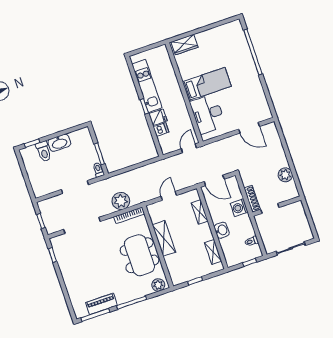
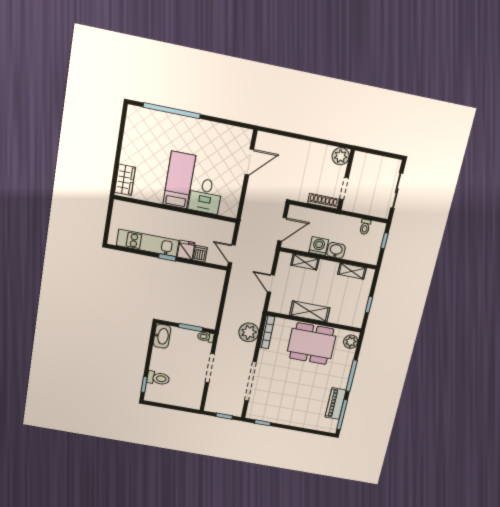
desk: (208, 114) -> (205, 196), width x0.73
washbasin: (59, 143) -> (162, 336), moved
door: (189, 148) -> (232, 254), moved
plant: (285, 175) -> (341, 156), moved
washing machine: (239, 208) -> (319, 246), moved, turned 180

